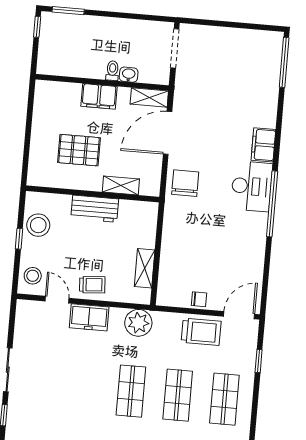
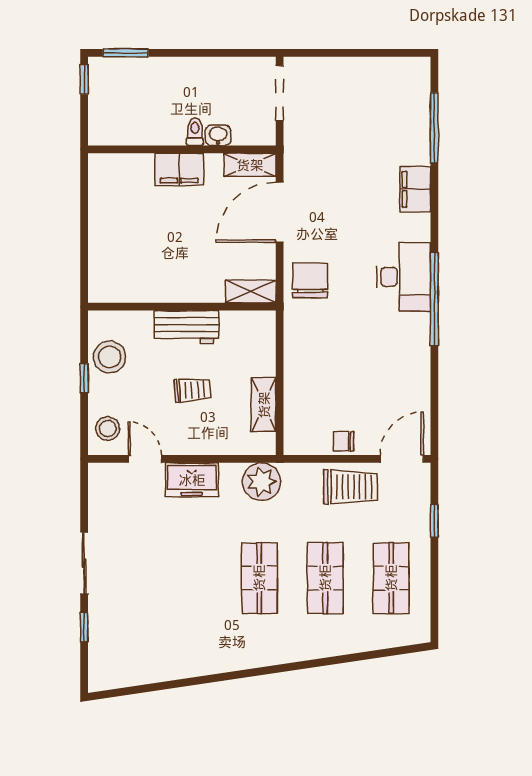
window: (284, 62) -> (434, 128), moved
filing cabinet: (263, 145) -> (415, 189), moved
pallet: (79, 150) -> (158, 247), removed
shelving: (121, 186) -> (250, 291), moved
trolley: (92, 285) -> (192, 390), moved
chair: (199, 299) -> (344, 441), turned 180

